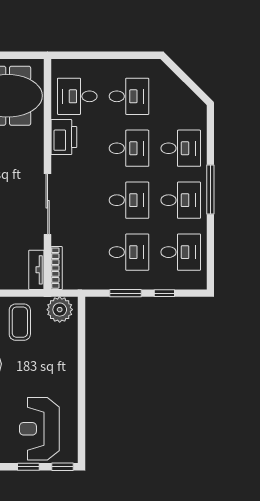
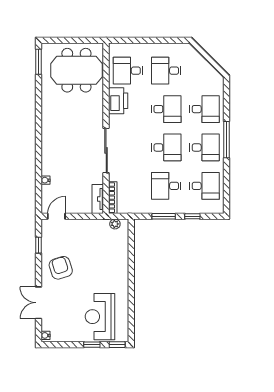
desk: (129, 96) -> (166, 71), turned 180
desk: (129, 252) -> (166, 186), turned 180
plant: (60, 310) -> (115, 224), width x0.53, depth x0.53
coffee table: (20, 322) -> (86, 238), removed

